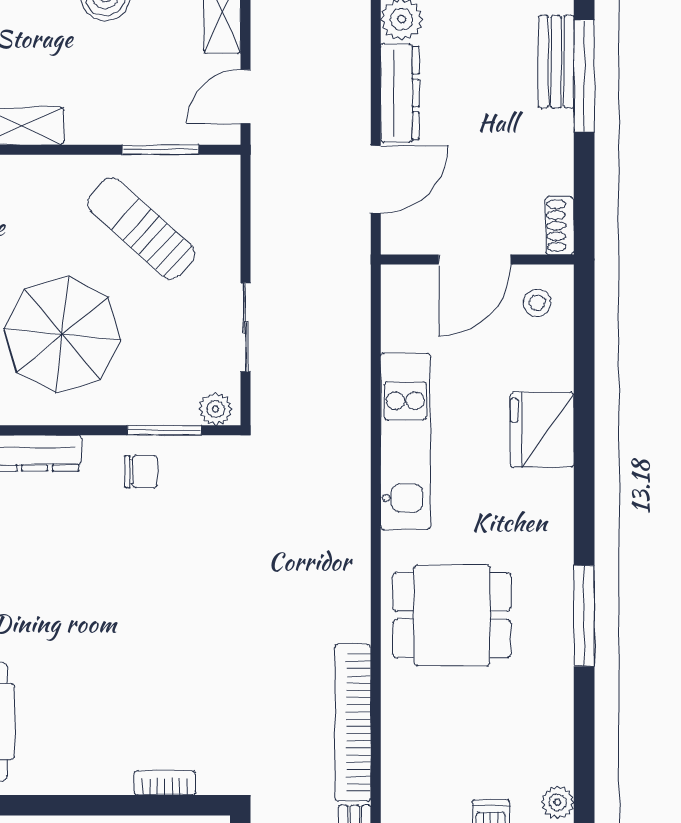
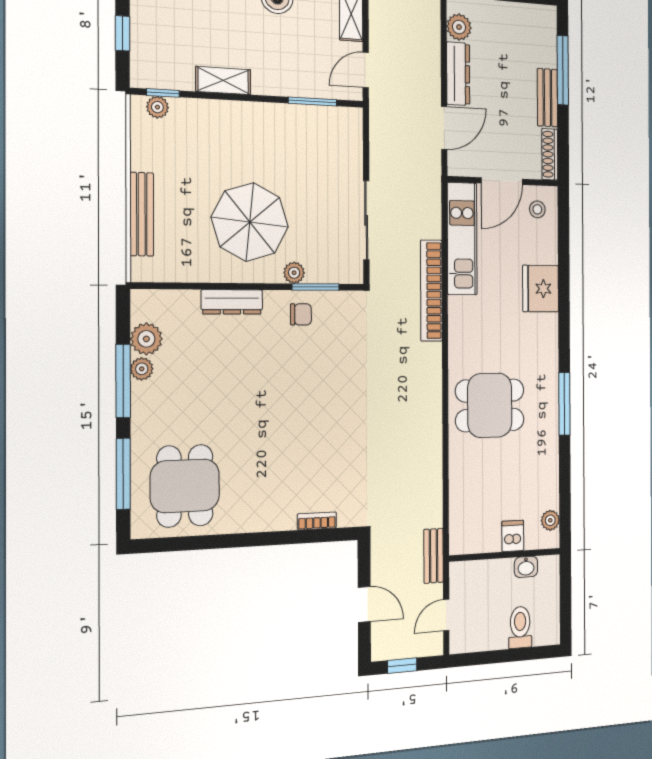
bench: (556, 62) -> (547, 98), moved
shoe rack: (560, 226) -> (550, 154), width x1.43
sun lounger: (141, 228) -> (301, 153), removed
sliding door: (246, 327) -> (366, 220), width x1.37
plant: (216, 409) -> (294, 273), moved
kitchen unit: (405, 441) -> (462, 239), moved
bookcase: (353, 723) -> (431, 291), moved

